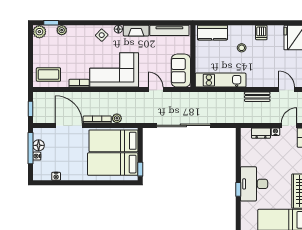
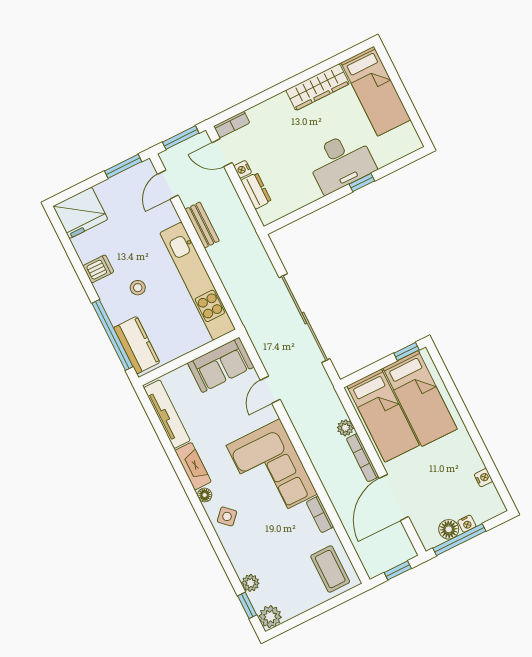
window: (224, 23) -> (112, 335), added
kitchen unit: (221, 80) -> (198, 281), width x1.36

